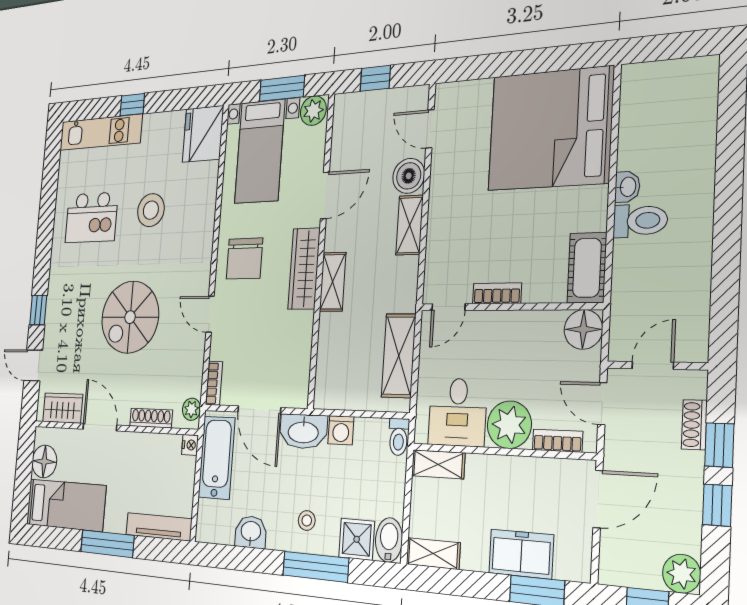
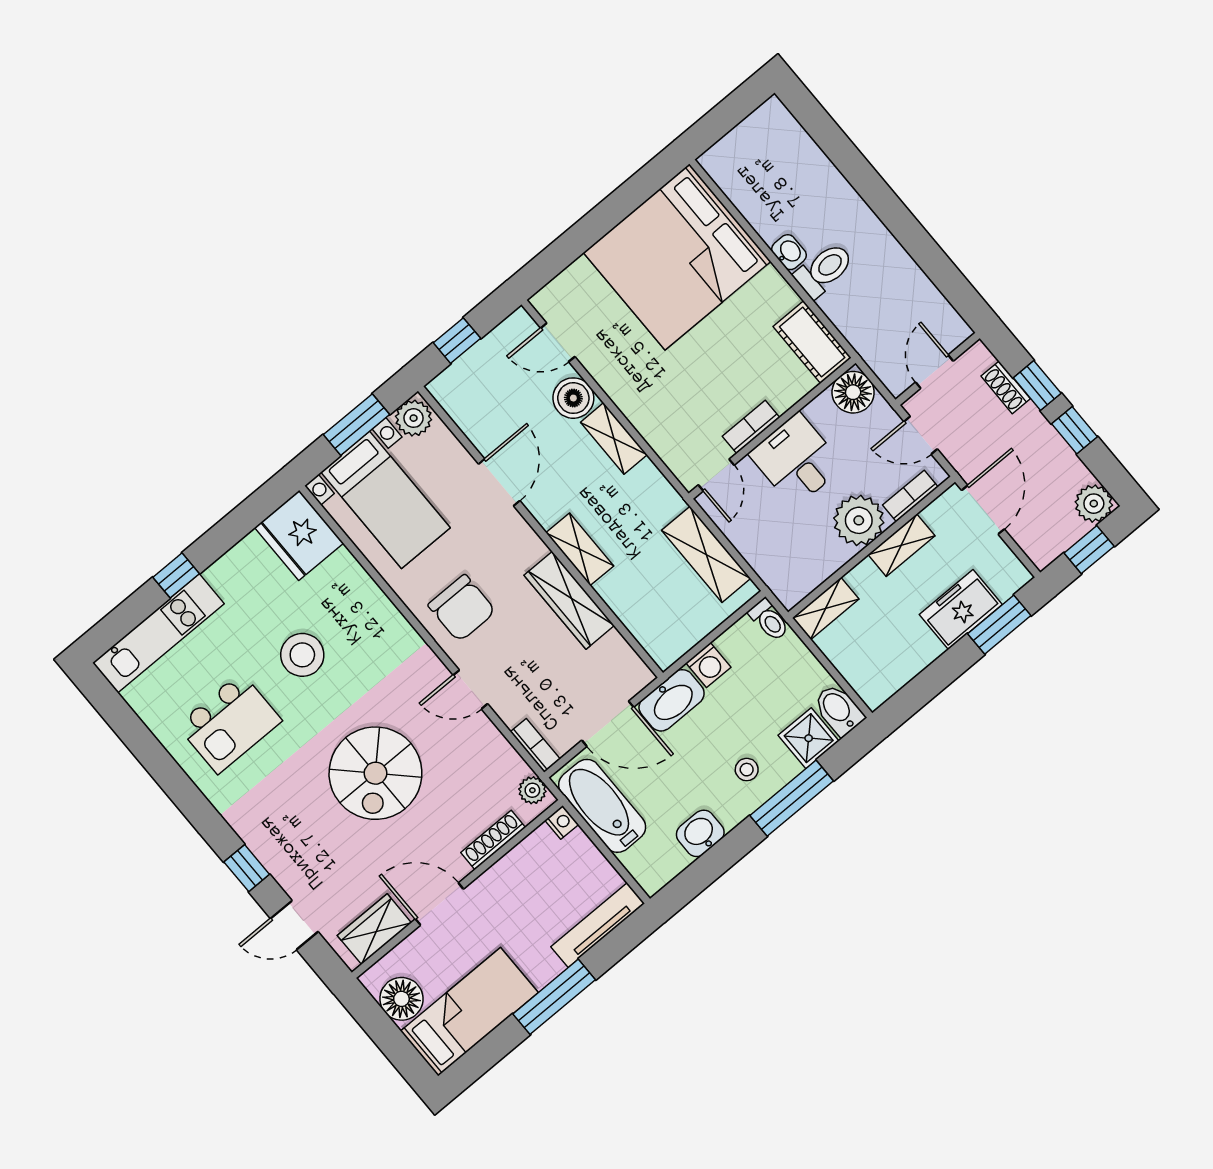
wardrobe: (304, 269) -> (569, 600), moved
desk: (457, 412) -> (796, 460), moved, turned 180
shelving: (433, 554) -> (901, 545), moved

